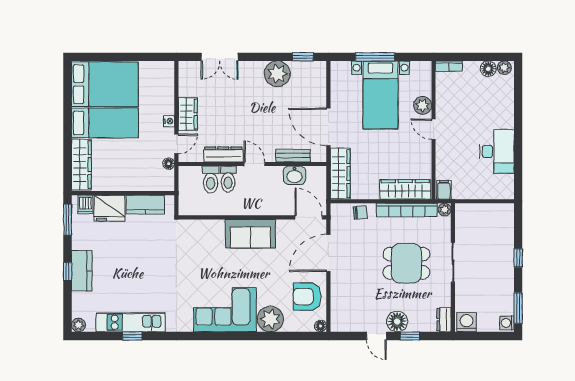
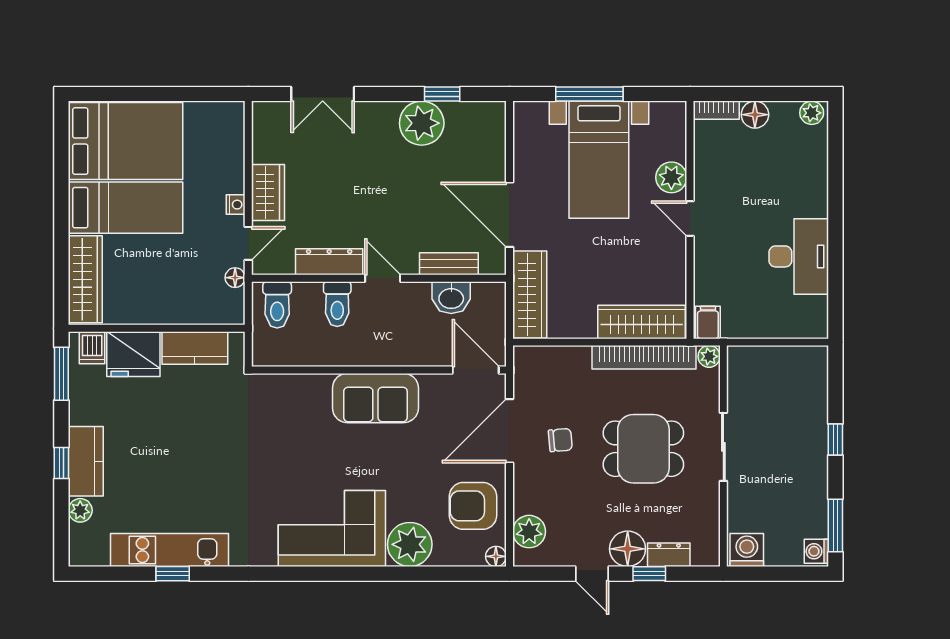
window: (303, 57) -> (442, 94), moved
floor lamp: (488, 69) -> (755, 115), moved
toilet: (211, 180) -> (277, 305), moved
chair: (360, 212) -> (560, 440), moved
plant: (340, 311) -> (529, 532), added
dresser: (444, 320) -> (669, 555), moved, turned 90
plant: (78, 325) -> (80, 510), moved

